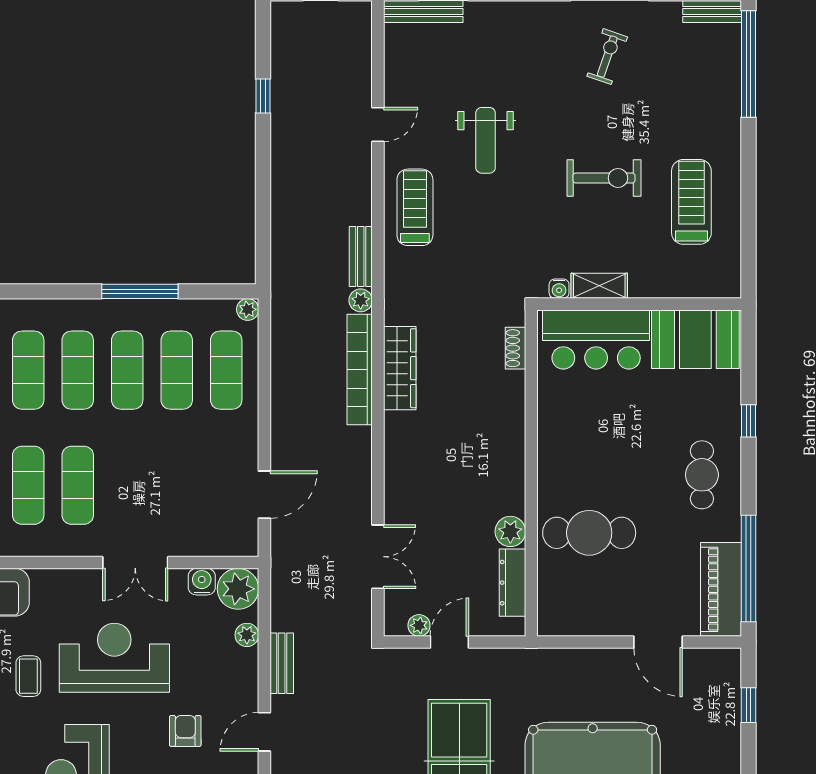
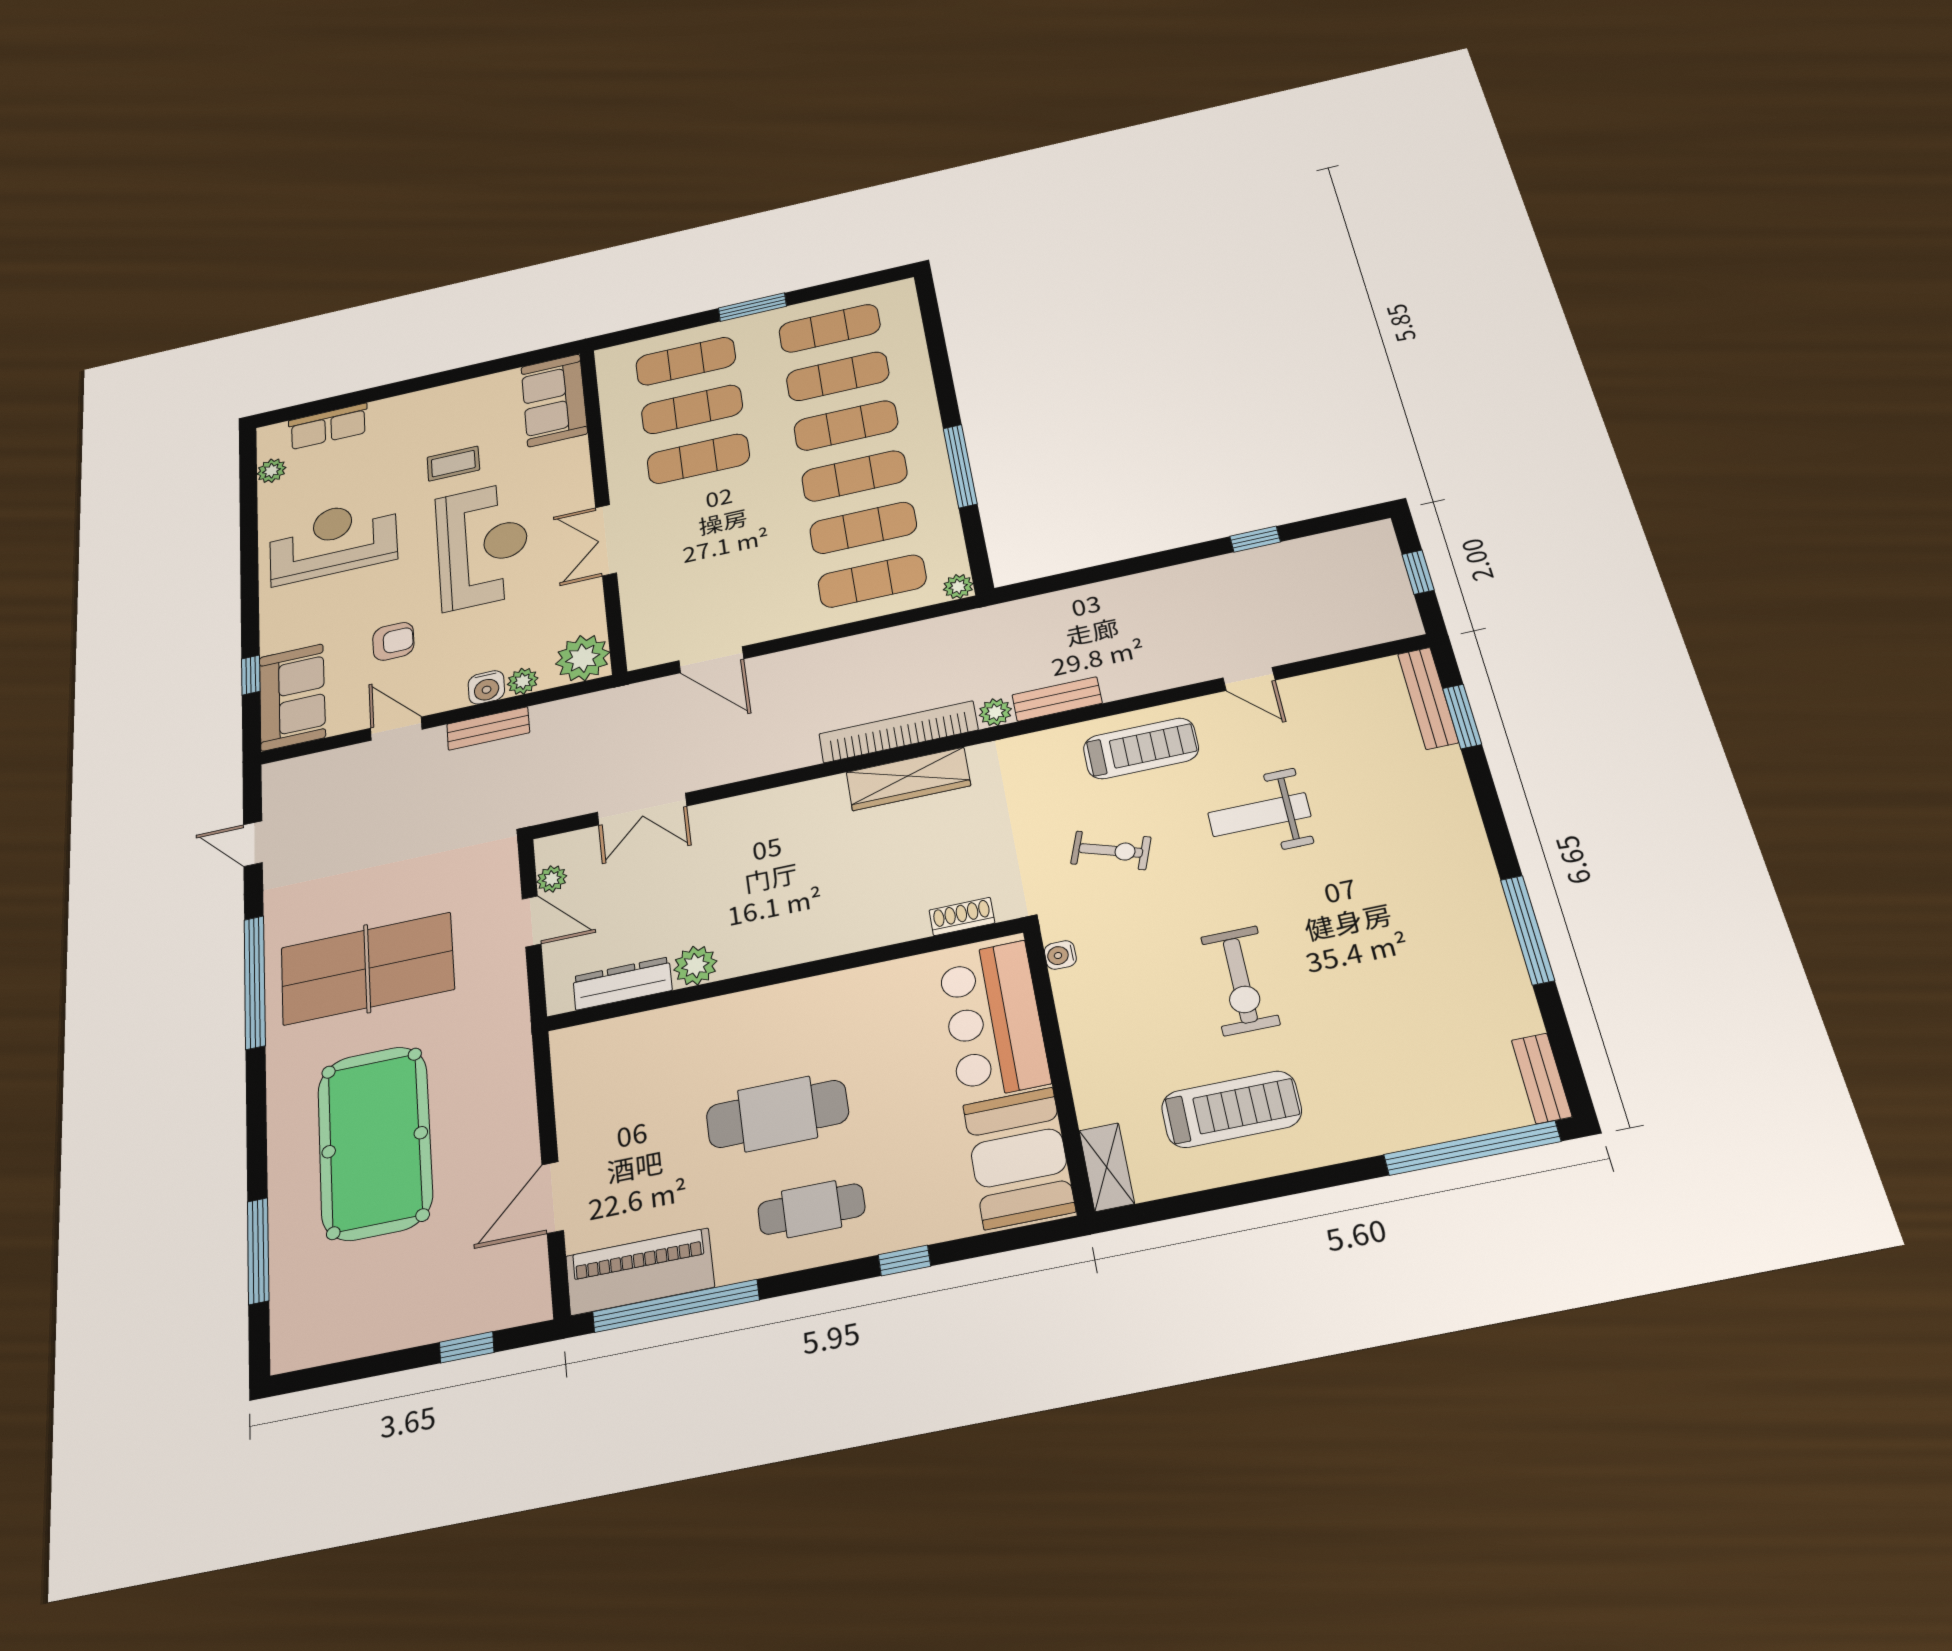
exercise bike: (607, 57) -> (1111, 850), moved
shelving: (599, 286) -> (1107, 1167), moved
cafe table: (589, 533) -> (777, 1114), moved, turned 90
water cooler: (202, 582) -> (486, 687), moved, turned 90

